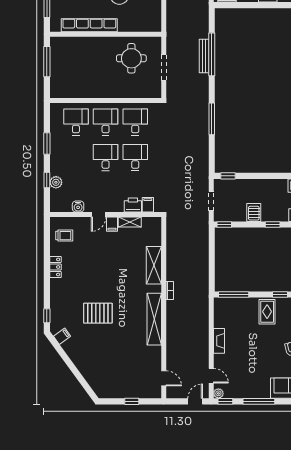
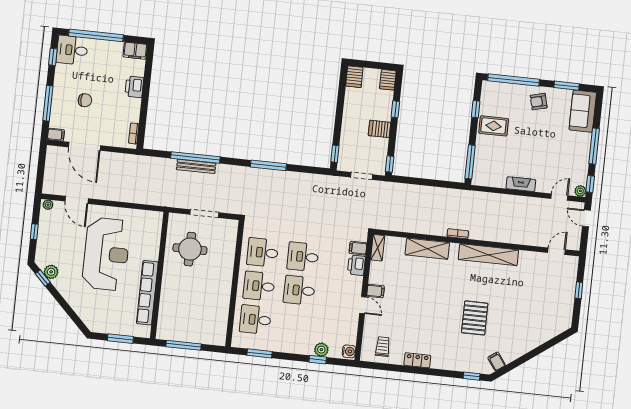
window: (47, 144) -> (259, 353), moved
water cooler: (78, 206) -> (349, 351), moved
shelving: (130, 222) -> (378, 248), moved

